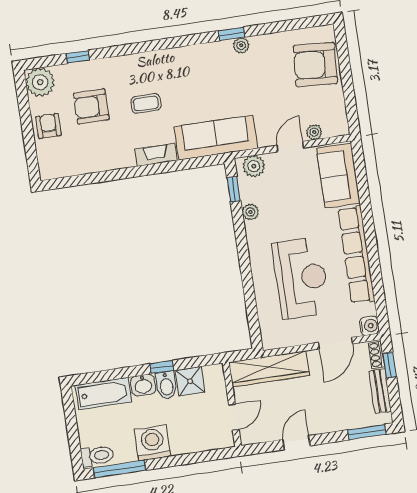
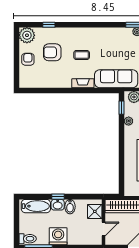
window: (162, 367) -> (58, 197), moved
shower: (190, 381) -> (95, 211), moved

